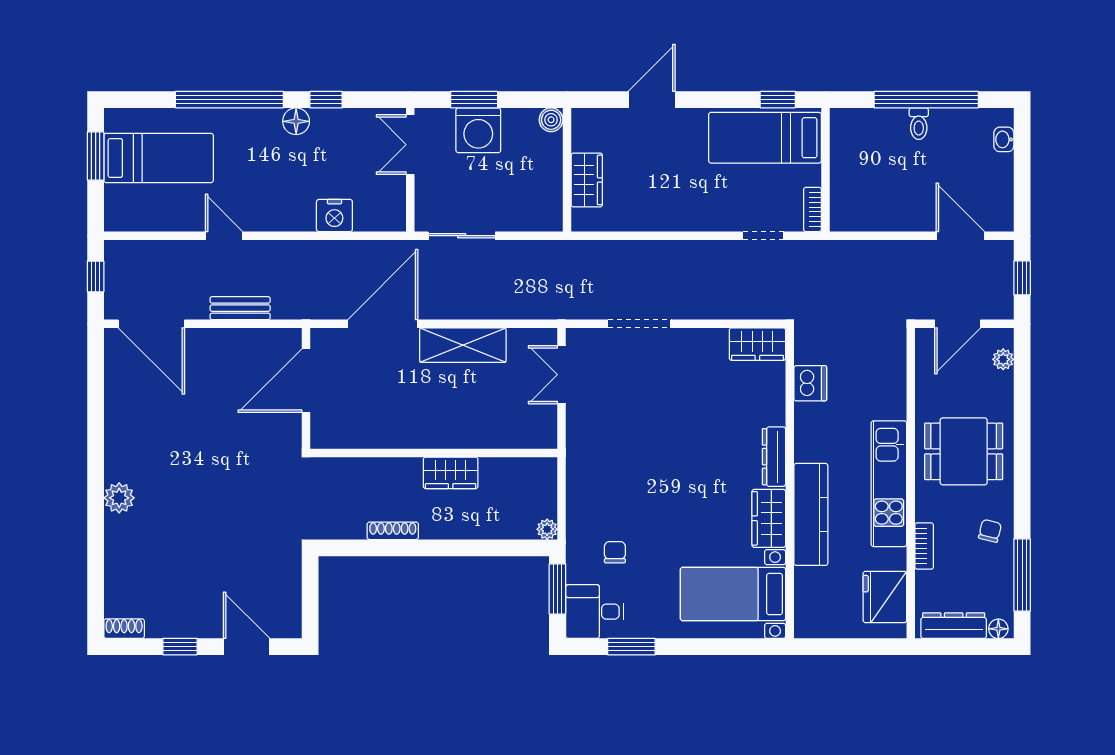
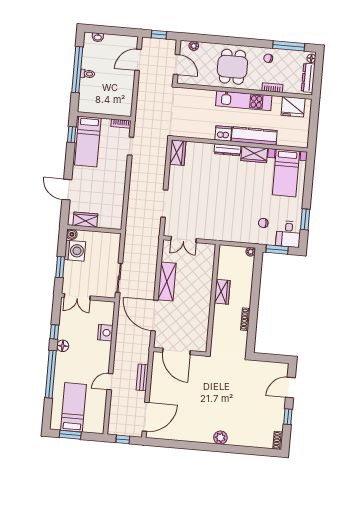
washing machine: (478, 130) -> (75, 251), moved
wardrobe: (587, 180) -> (85, 220), moved
dishwasher: (810, 383) -> (223, 133), moved

